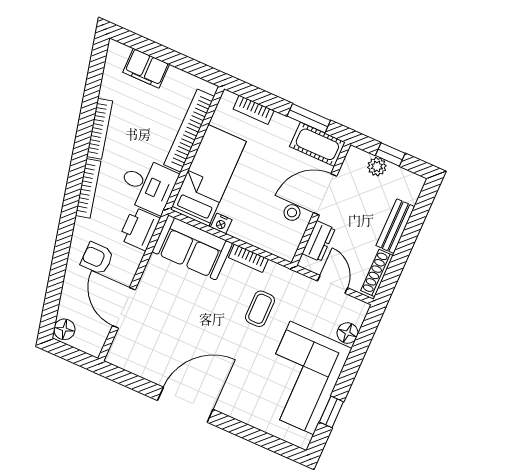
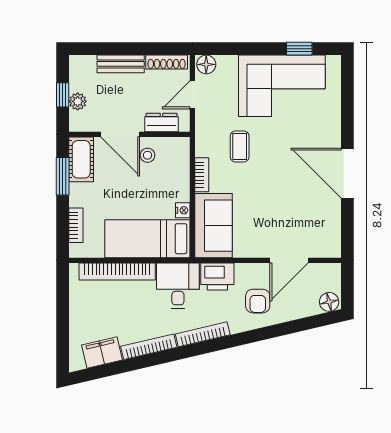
filing cabinet: (146, 68) -> (102, 353), moved, turned -103
coffee table: (260, 309) -> (240, 146), turned 90
floor lamp: (347, 333) -> (206, 64), moved

